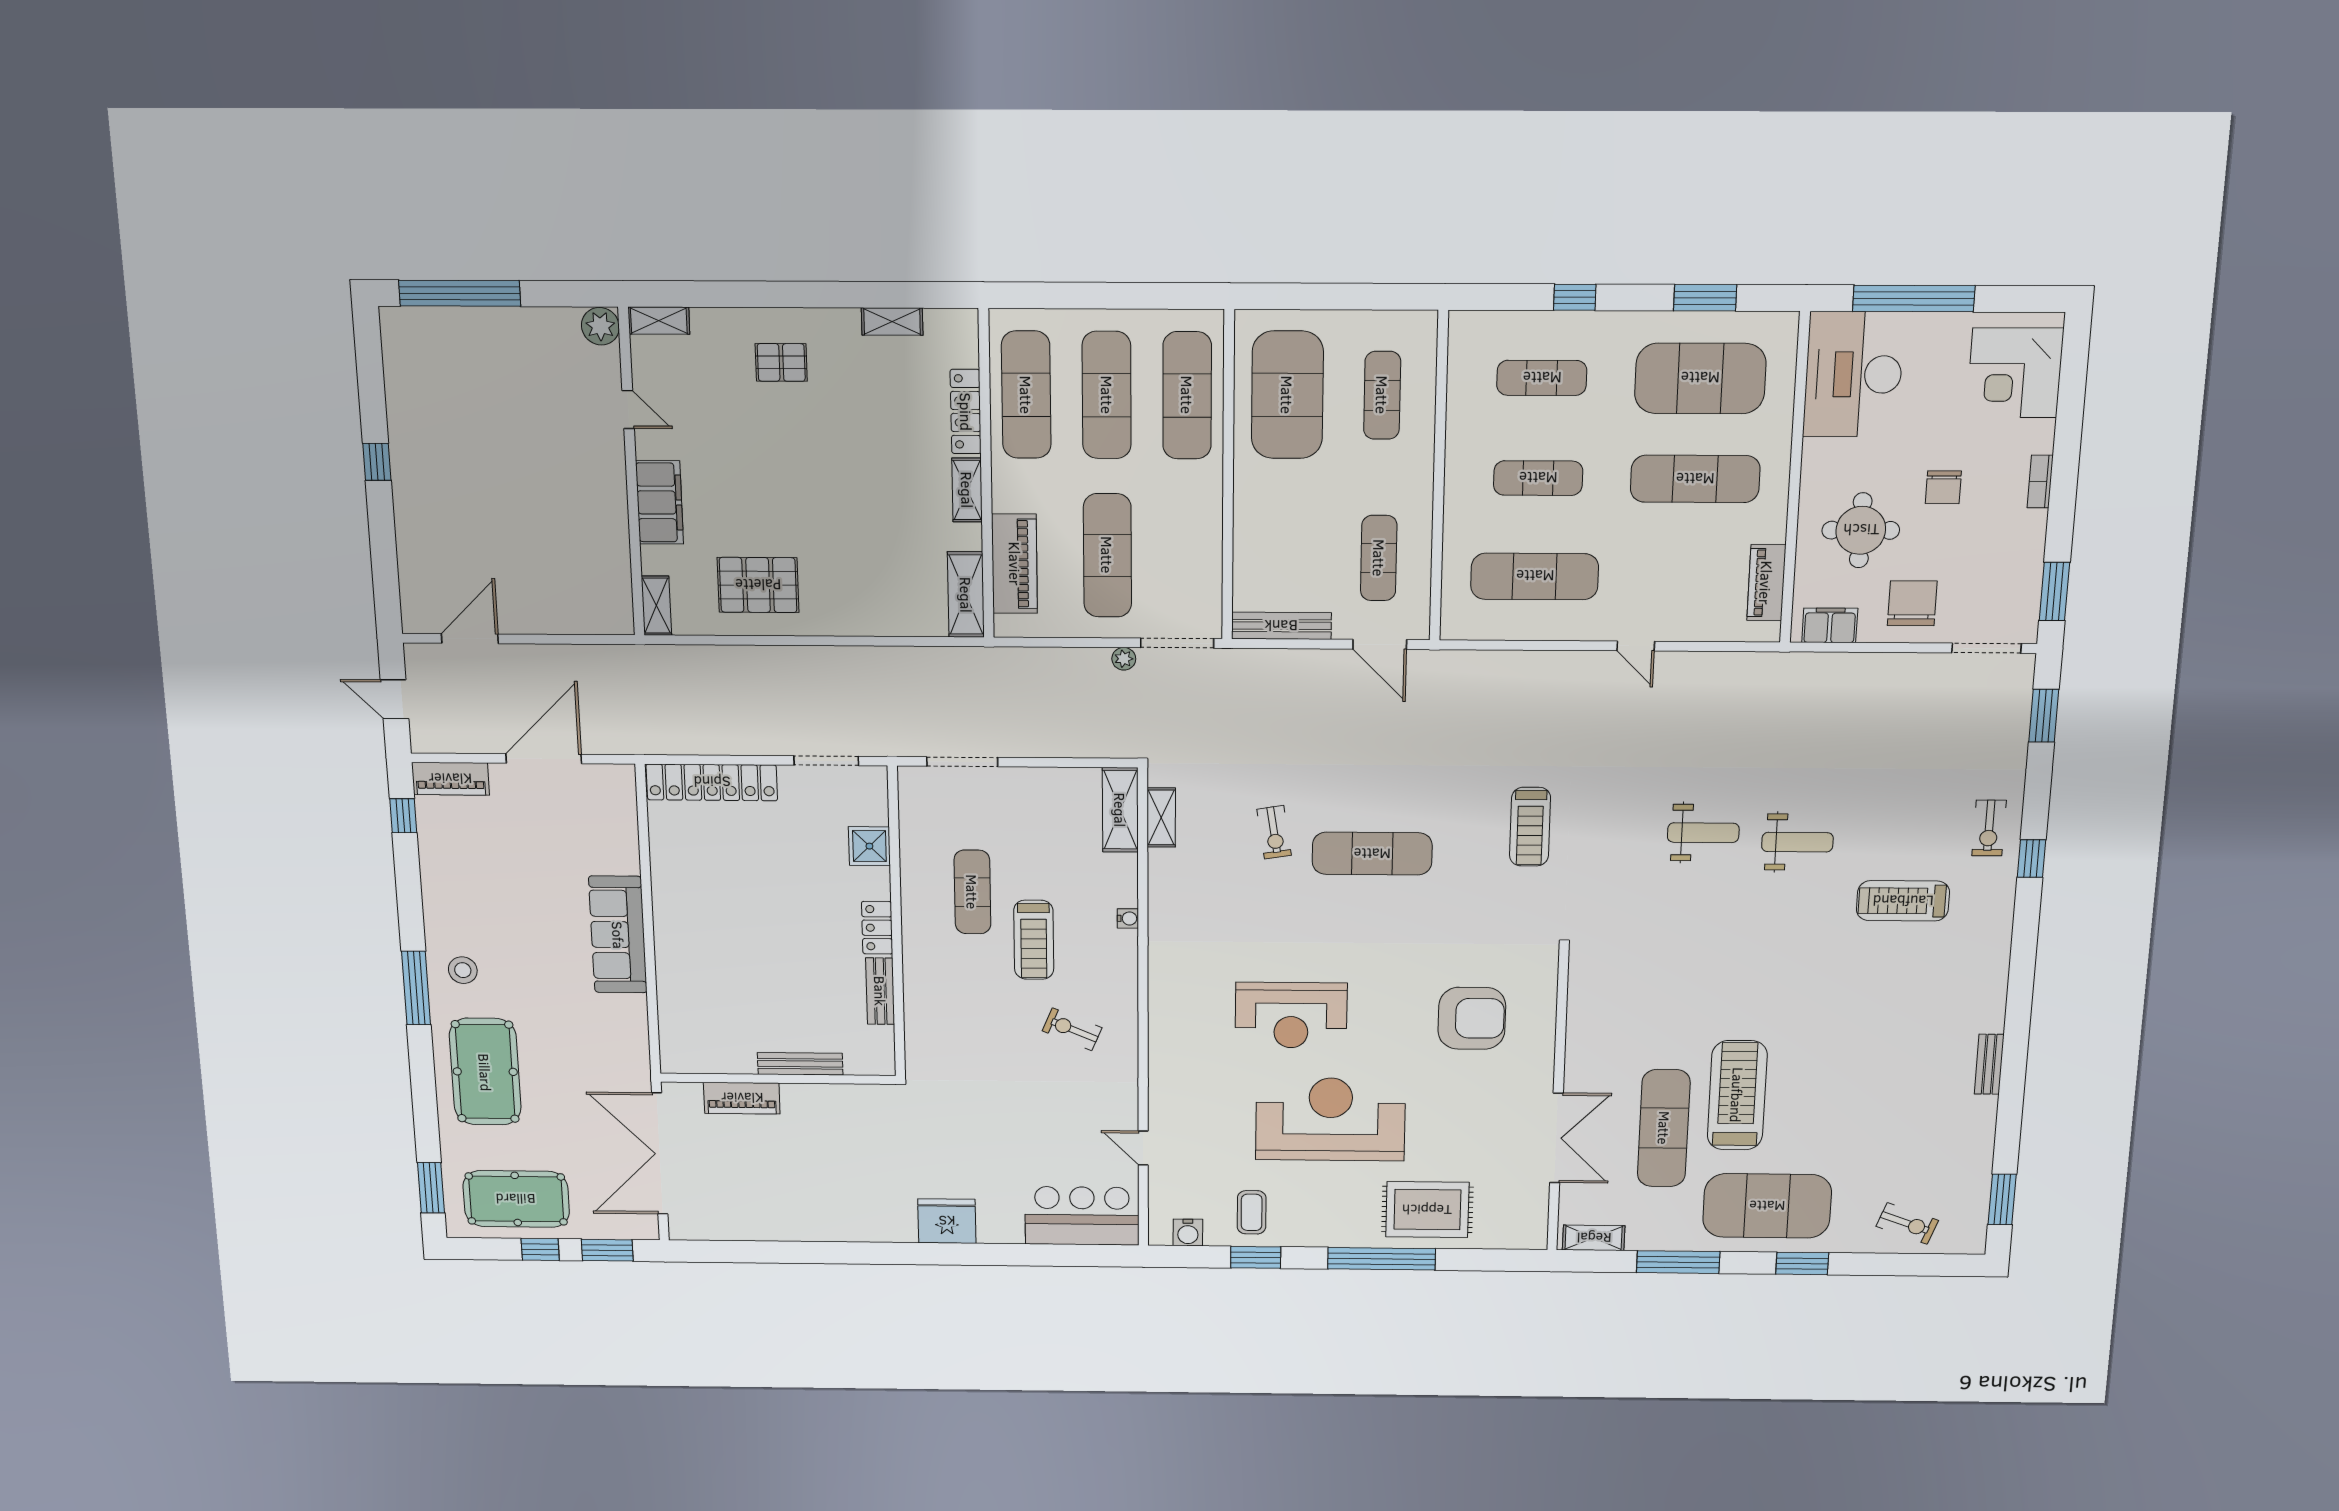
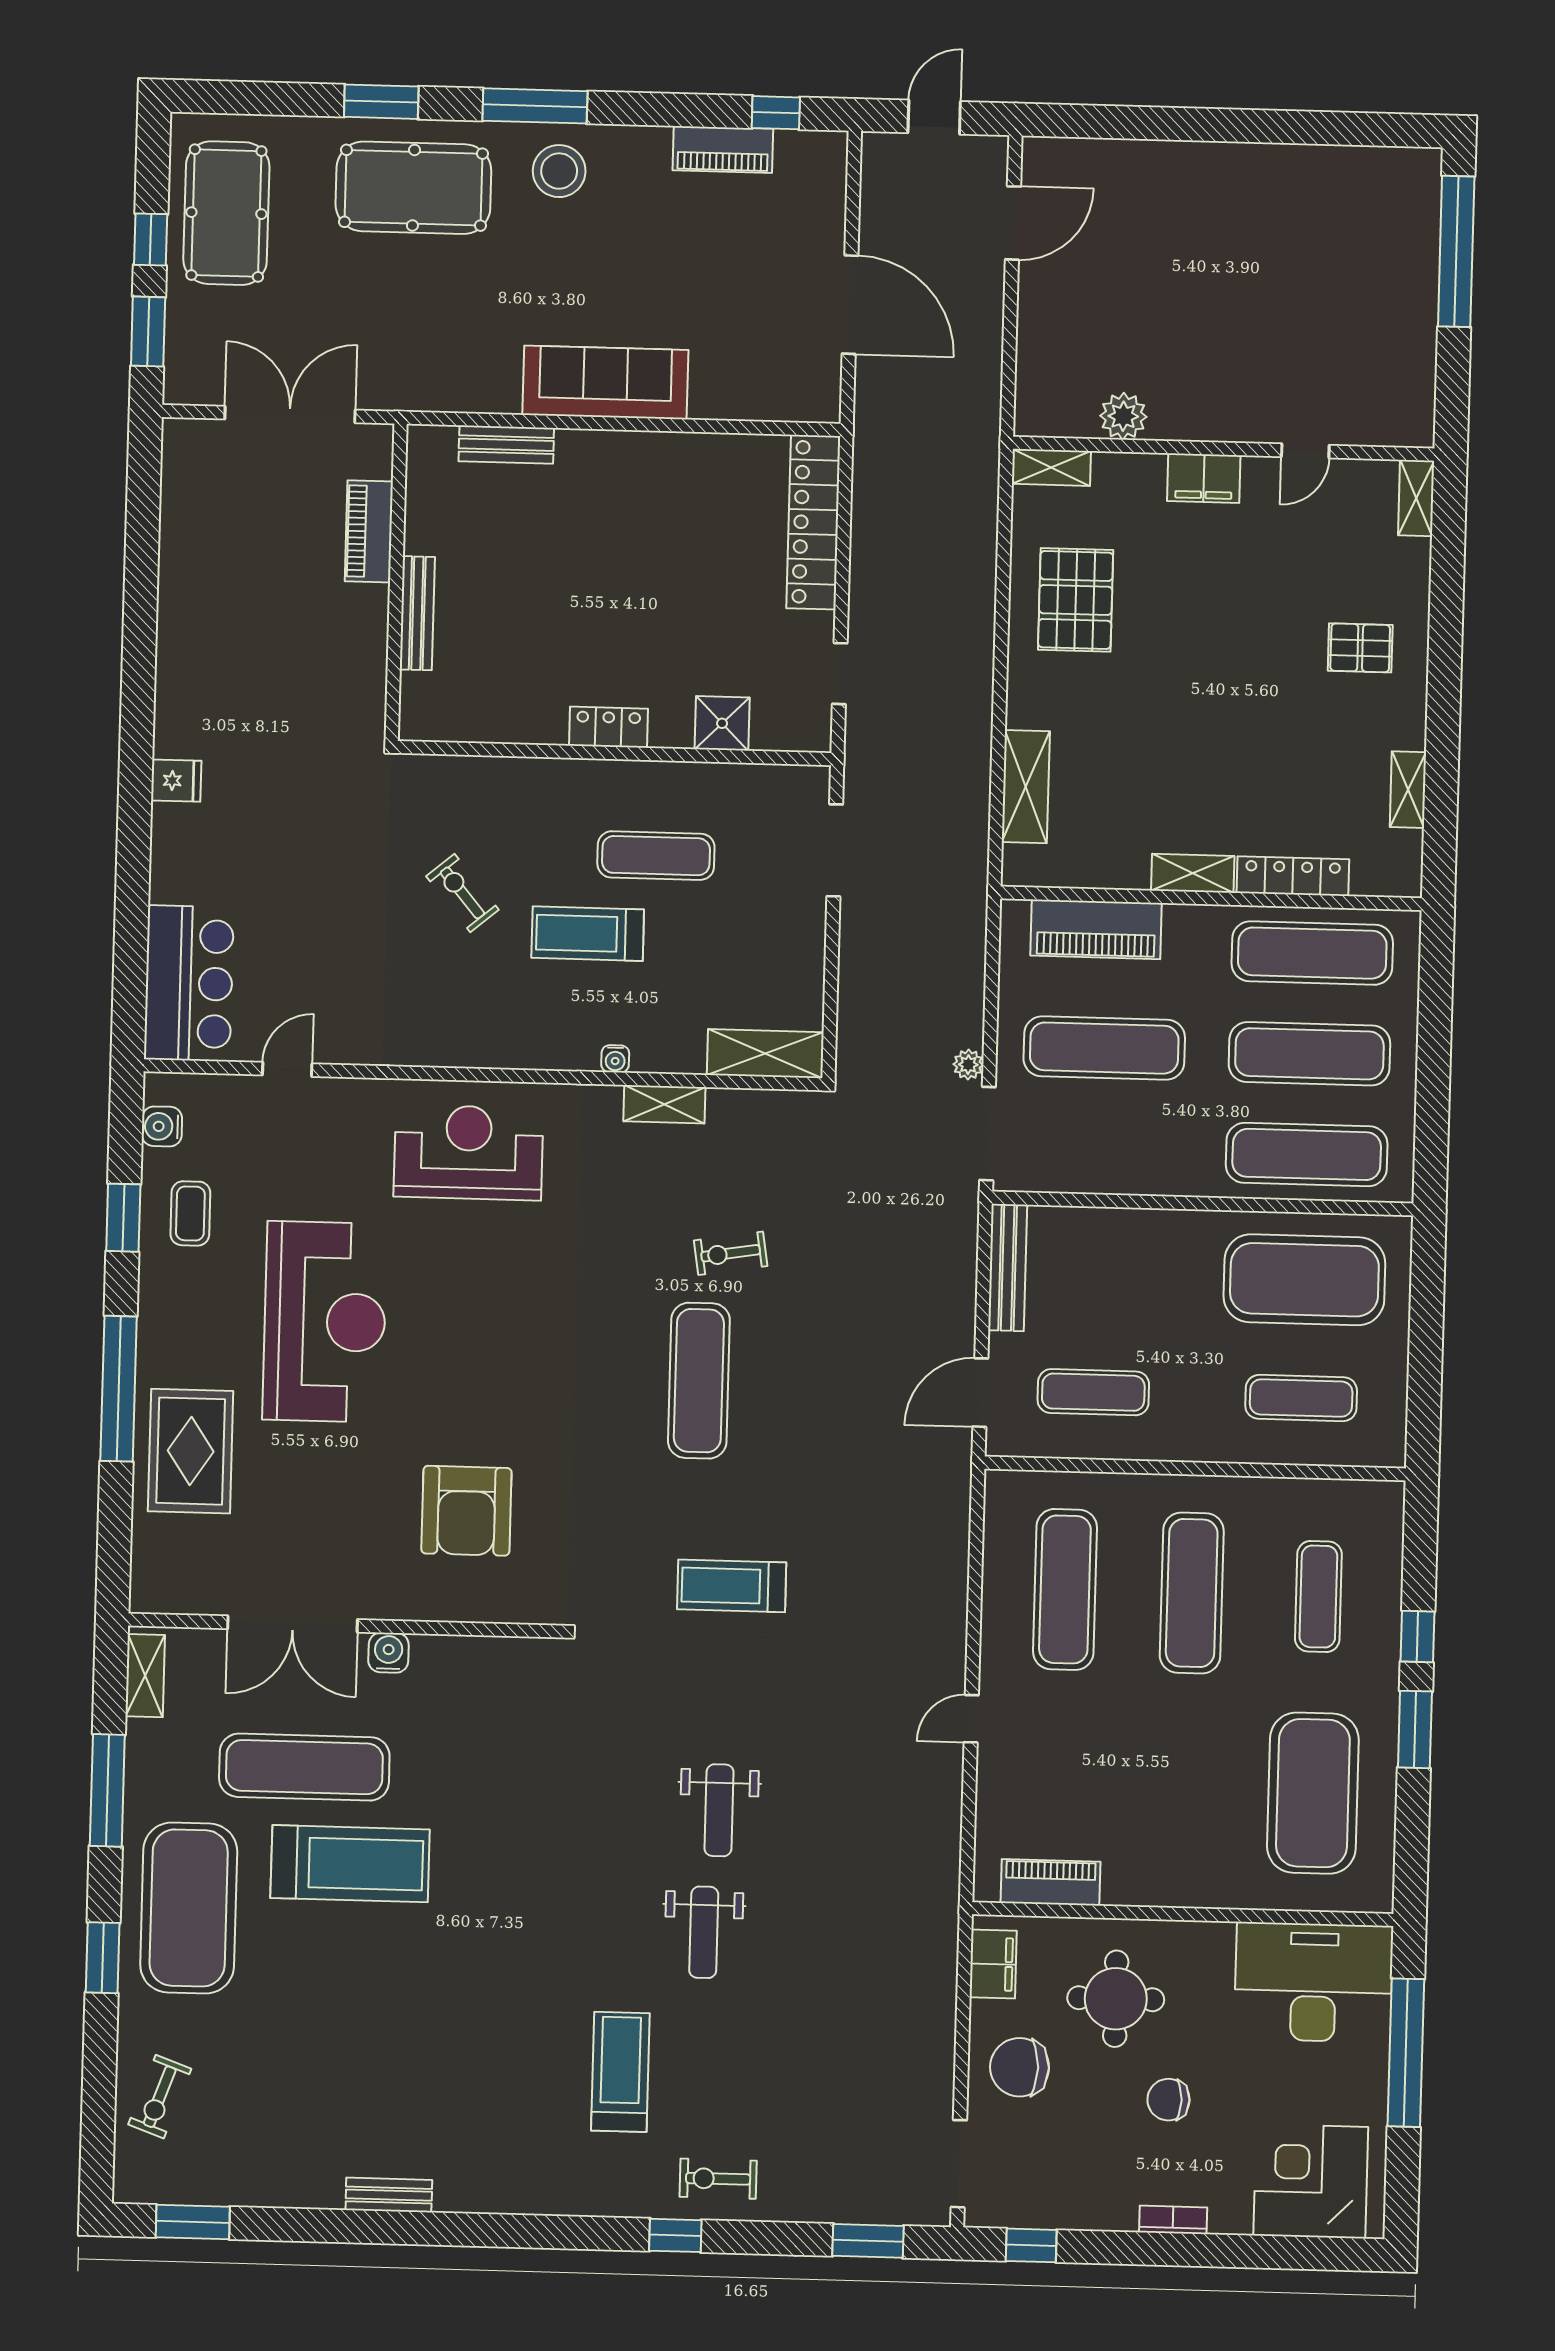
window: (1705, 298) -> (1415, 1729), moved
plant: (600, 326) -> (1123, 416), moved
pallet: (781, 362) -> (1360, 648), turned 90
window: (377, 462) -> (1246, 126), removed
exercise mat: (1538, 478) -> (1192, 1593), width x1.36, depth x1.45
exercise mat: (1695, 479) -> (1186, 1790), removed
filing cabinet: (660, 502) -> (1204, 478), width x0.67, depth x0.86
window: (2054, 591) -> (1031, 2245), width x0.67
shelving: (966, 595) -> (1026, 787), moved, turned 90
chair: (1912, 603) -> (1020, 2067), turned 180
door: (470, 639) -> (1013, 223), hinge flipped
doorway: (826, 761) -> (840, 674), width x0.73
piano: (450, 779) -> (723, 150), moved, turned -90
shelving: (1161, 817) -> (664, 1104), moved
stool: (463, 970) -> (559, 171), width x1.38, depth x1.38
bench: (880, 991) -> (506, 445), moved
reception desk: (1291, 1015) -> (468, 1152), moved, turned 90
exercise bike: (1072, 1029) -> (462, 893), moved, turned -63
water cooler: (1579, 1071) -> (388, 1653), added
double door: (660, 1154) -> (290, 415), width x0.73
window: (431, 1188) -> (381, 102), moved
coffee table: (1252, 1212) -> (190, 1213), turned 90
fridge: (947, 1221) -> (176, 781), width x0.53, depth x0.75

